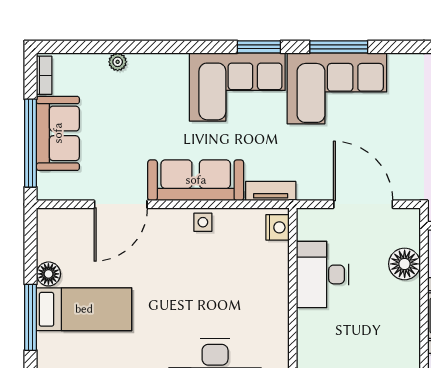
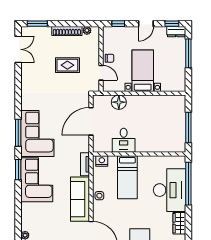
desk: (322, 274) -> (124, 140), width x0.73
bed: (243, 282) -> (127, 177), added

